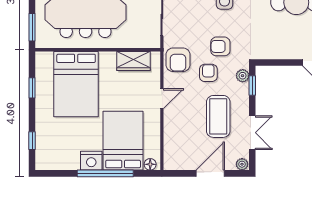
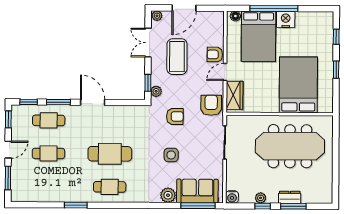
window: (32, 27) -> (336, 134), removed
wardrobe: (133, 61) -> (235, 95), moved, turned 90
armchair: (208, 73) -> (215, 54), moved, turned 90
window: (32, 88) -> (336, 70), moved

